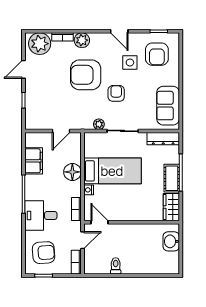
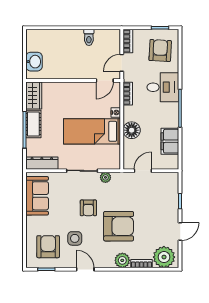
door: (100, 222) -> (105, 81), hinge flipped
armchair: (44, 253) -> (160, 51), turned 97

